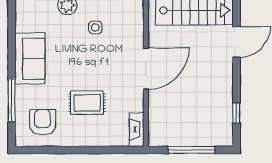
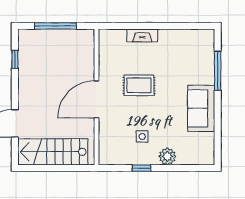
rug: (87, 103) -> (139, 85), moved
armchair: (43, 122) -> (190, 51), removed
fireplace: (137, 130) -> (142, 36), moved, turned 90

